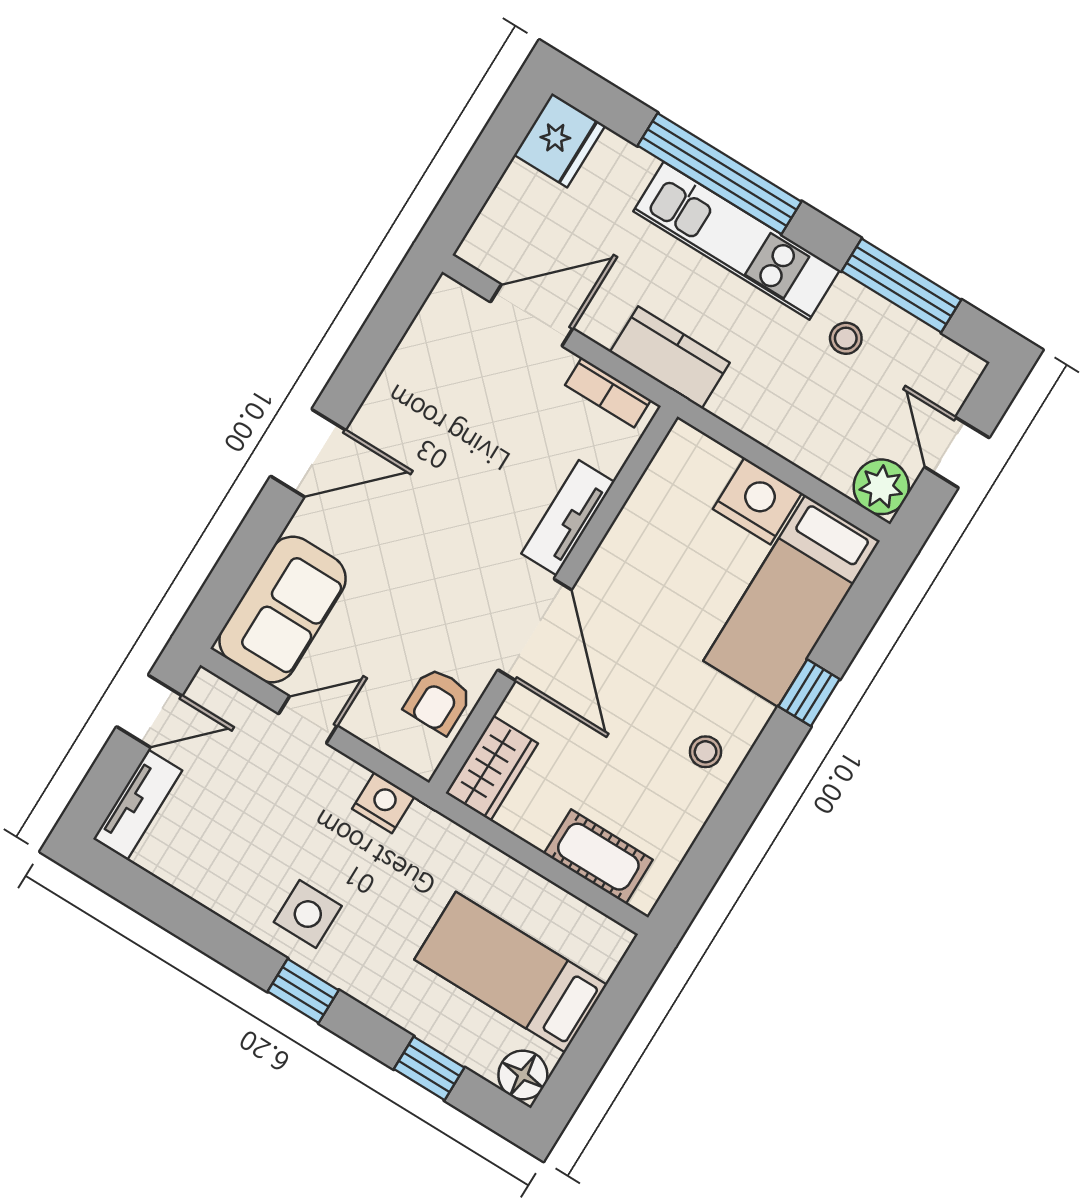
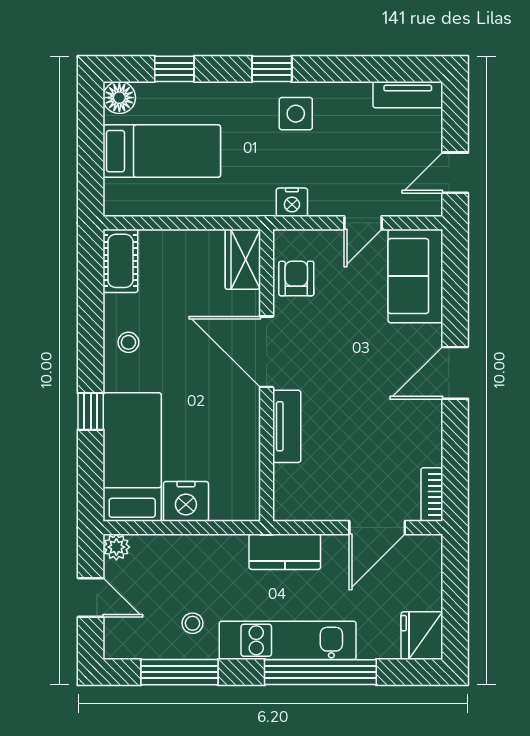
bookcase: (608, 392) -> (432, 494), moved, turned -90
plant: (881, 487) -> (116, 547), width x0.73, depth x0.73
tv unit: (138, 805) -> (408, 95), moved, turned -90
cot: (598, 857) -> (120, 261), moved, turned 90

